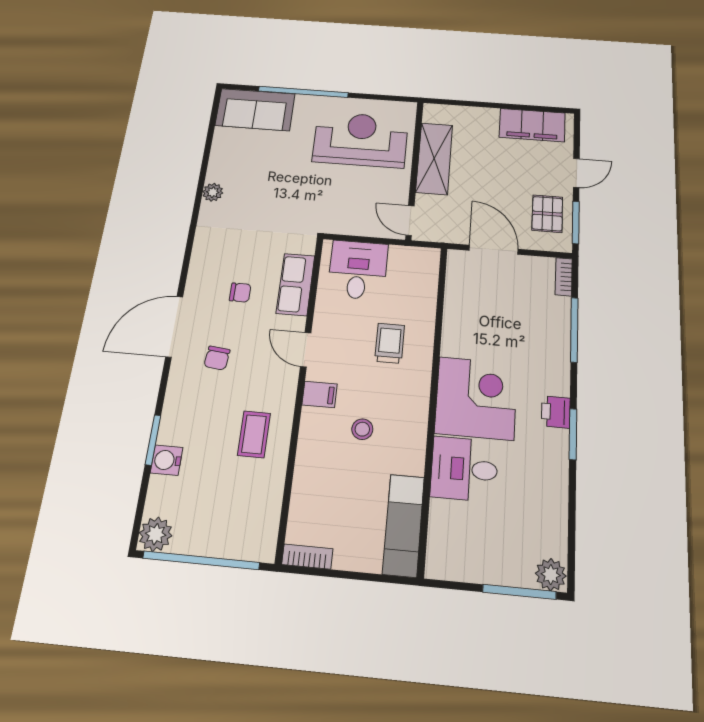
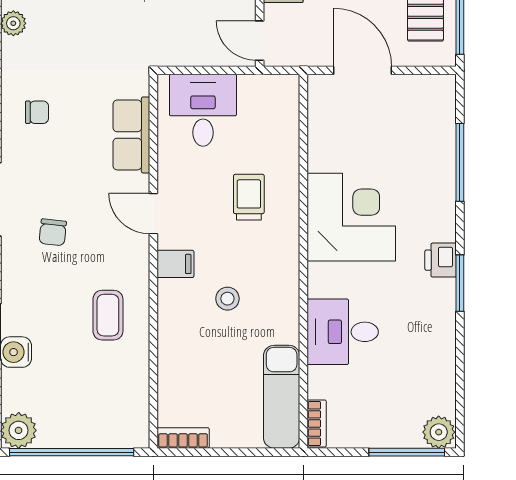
bookcase: (564, 277) -> (317, 423), moved, turned 180
chair: (240, 293) -> (37, 112), moved
corner desk: (476, 398) -> (351, 217), moved

